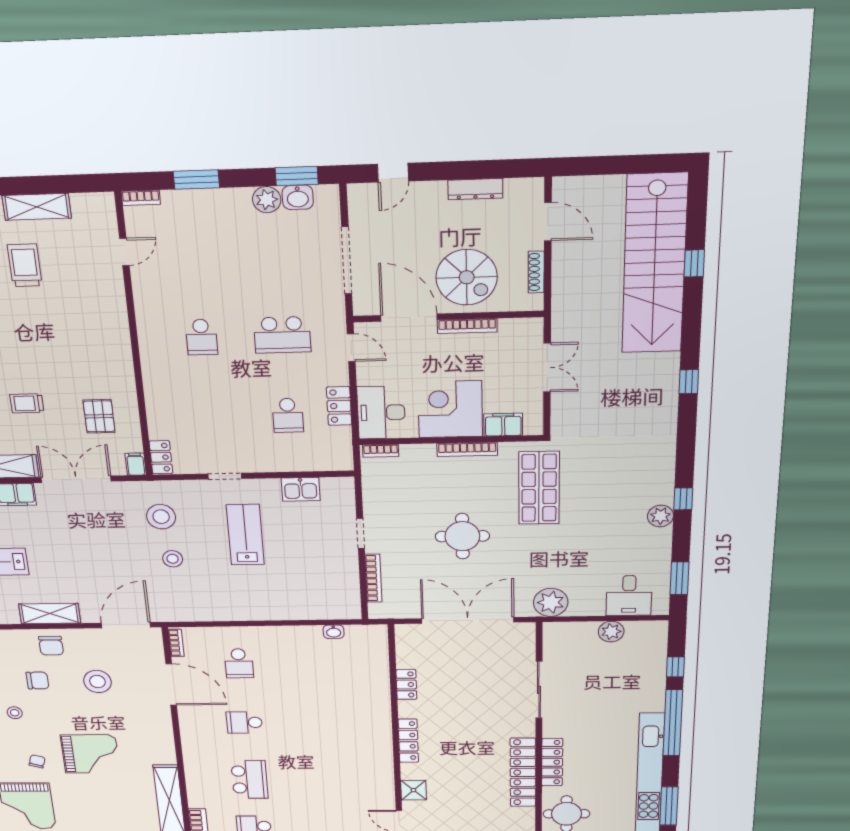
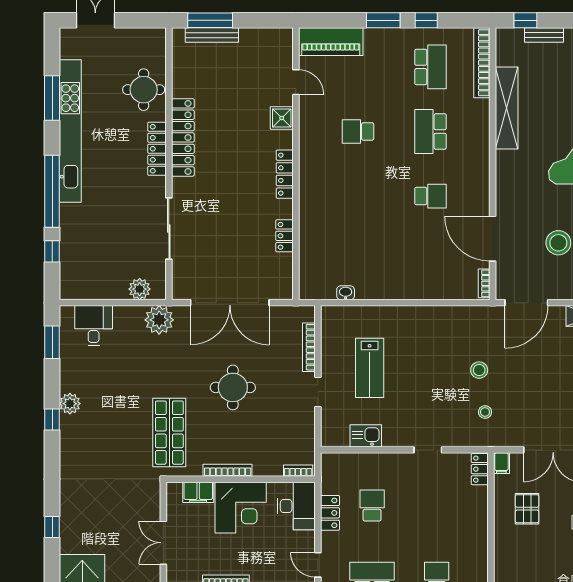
stool: (161, 517) -> (485, 412), width x0.53, depth x0.53
lab bench: (245, 535) -> (370, 368), moved
plant: (611, 632) -> (140, 289), moved
school desk: (239, 663) -> (358, 131), moved, turned -90

